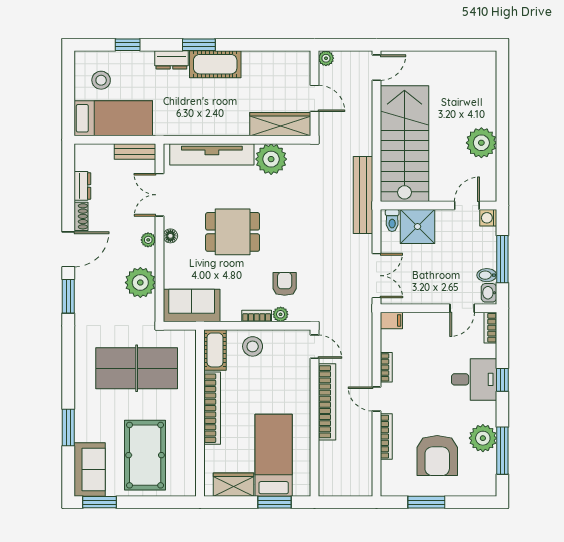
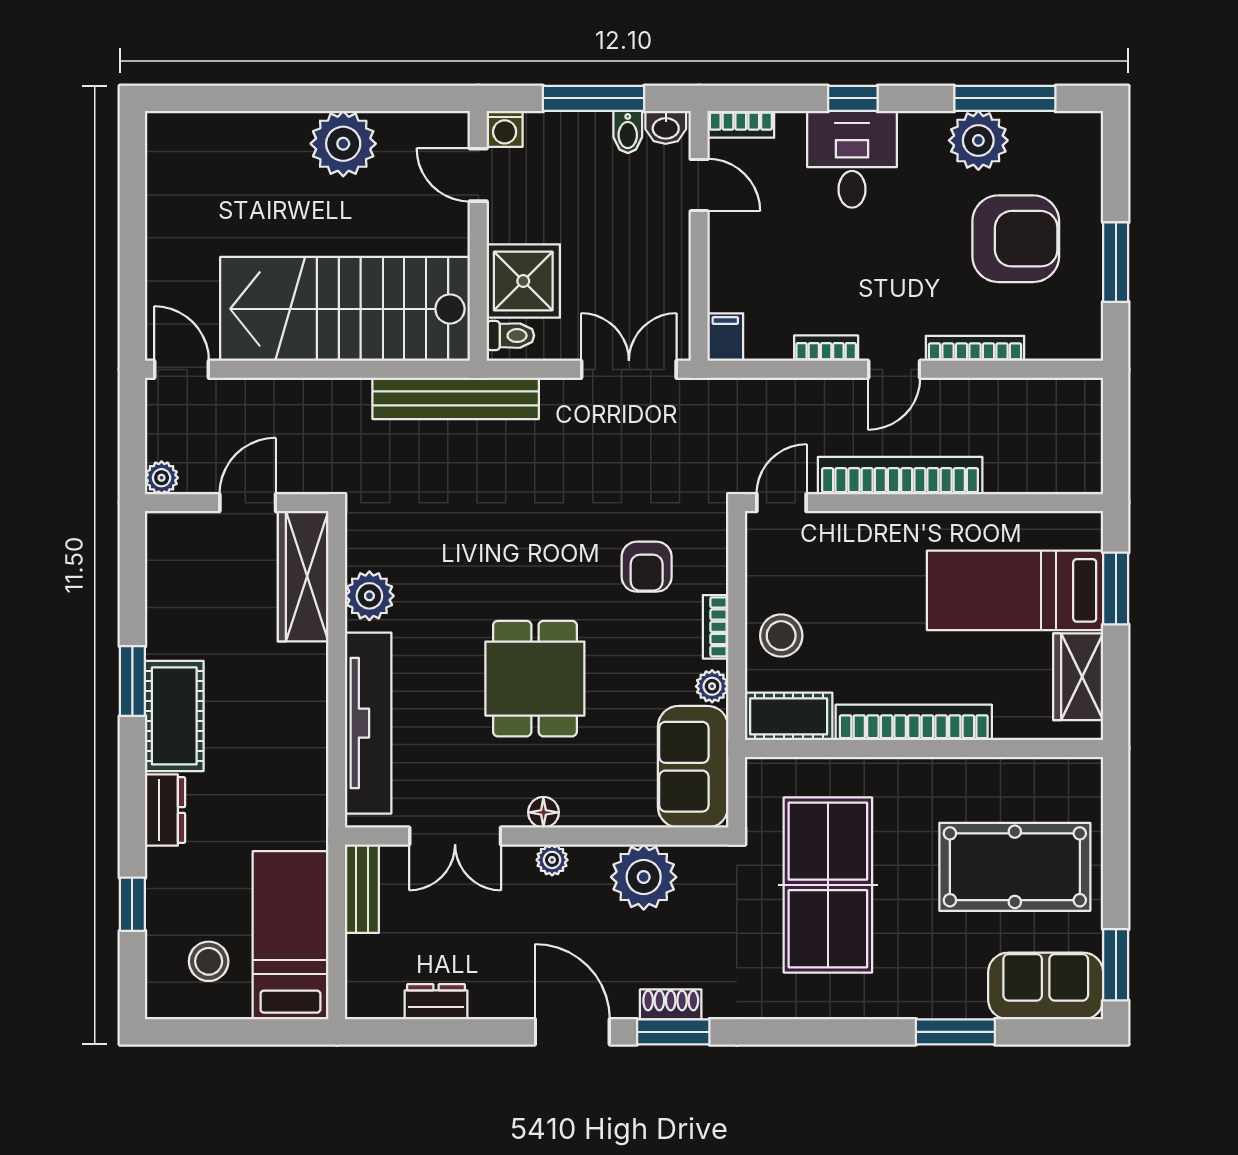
window: (199, 45) -> (132, 681), moved
plant: (271, 159) -> (369, 596), width x0.73, depth x0.73
shoe rack: (81, 216) -> (671, 1004), moved
armchair: (285, 284) -> (647, 567), turned -90
plant: (281, 314) -> (712, 686), moved

